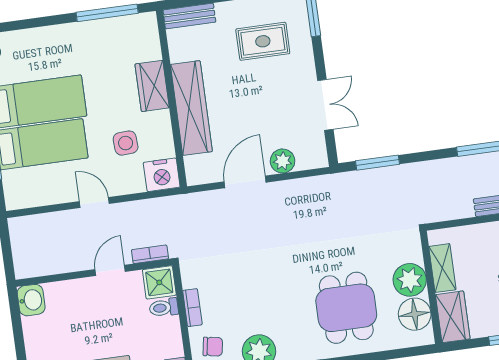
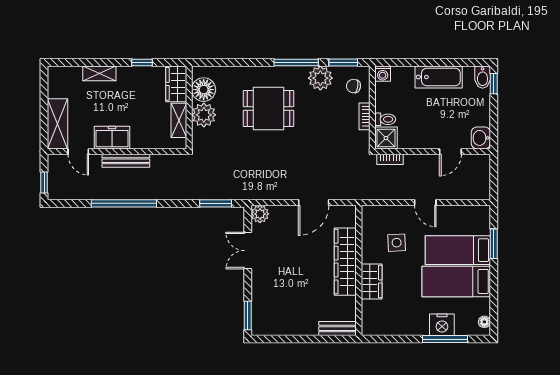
window: (107, 13) -> (445, 339), moved
rug: (263, 41) -> (287, 303), removed
plant: (283, 161) -> (260, 214), moved
nightstand: (162, 175) -> (442, 325), moved, turned 180
door: (110, 270) -> (450, 152), moved
dining table: (346, 308) -> (268, 109), moved, turned 90

